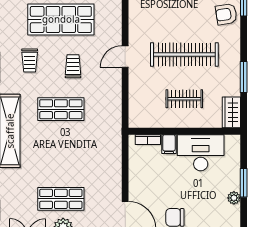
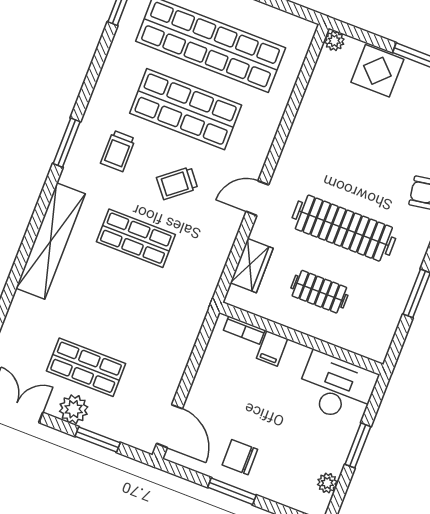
trolley: (73, 66) -> (177, 183), turned -129
wardrobe: (231, 112) -> (252, 265), moved, turned 180
desk: (201, 153) -> (337, 388), moved
plant: (234, 198) -> (327, 483), moved

